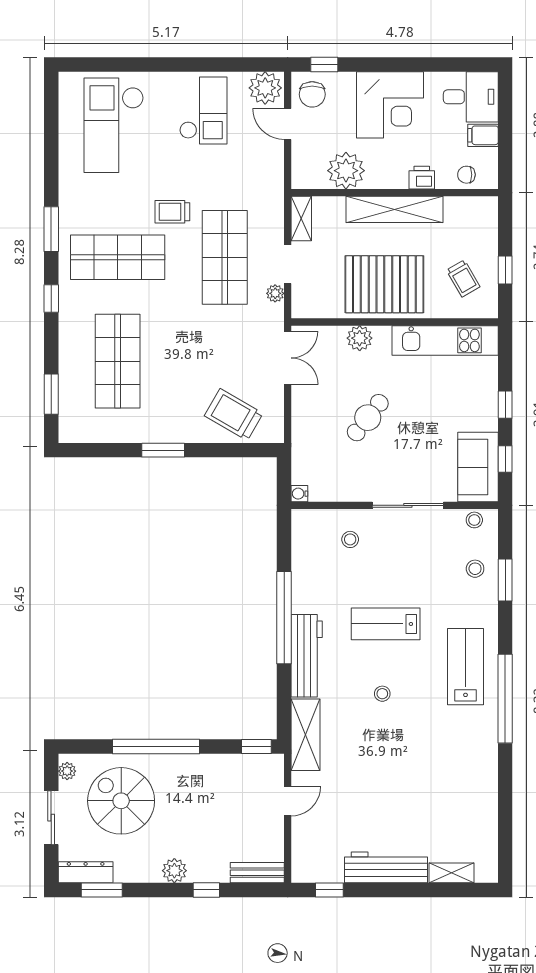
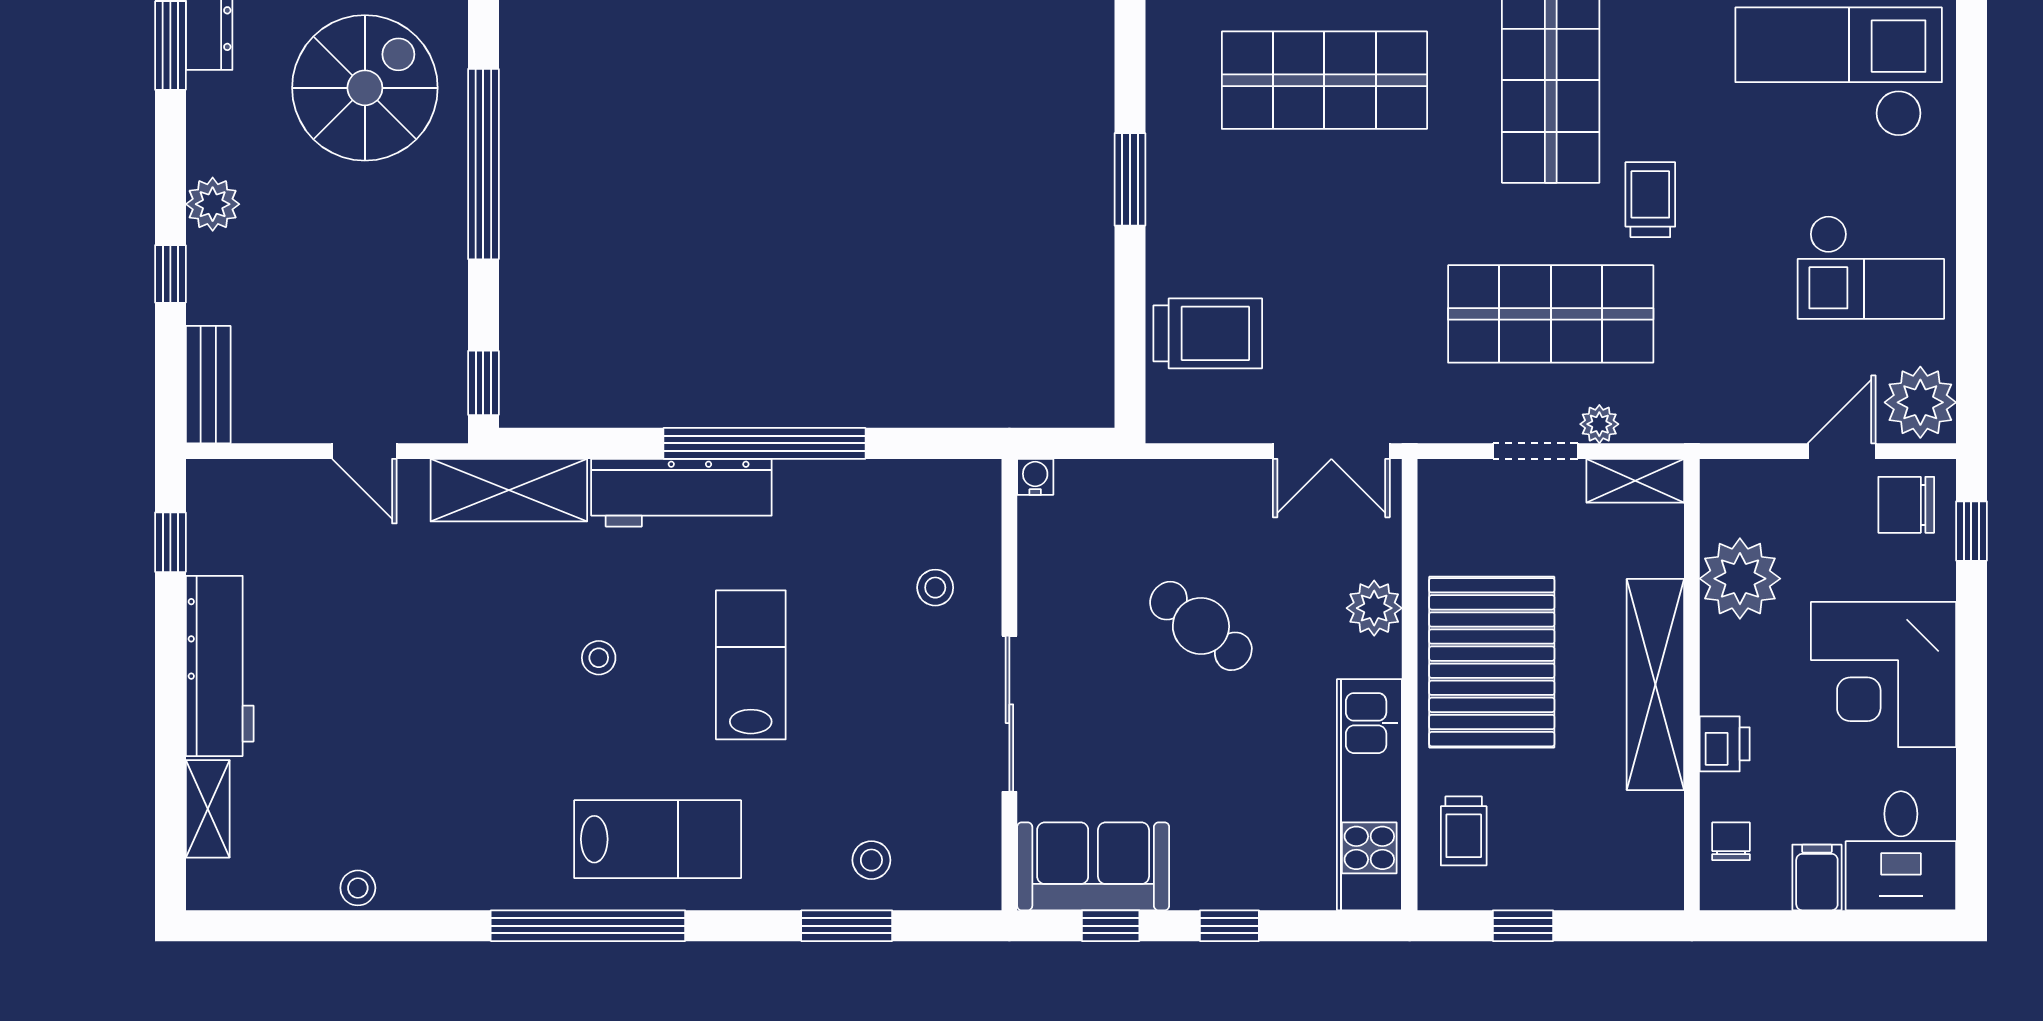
trolley: (463, 278) -> (1464, 831), moved, turned -60
plant: (275, 293) -> (1599, 424), moved
trolley: (234, 415) -> (1208, 333), turned 60
stool: (474, 520) -> (358, 888), moved

